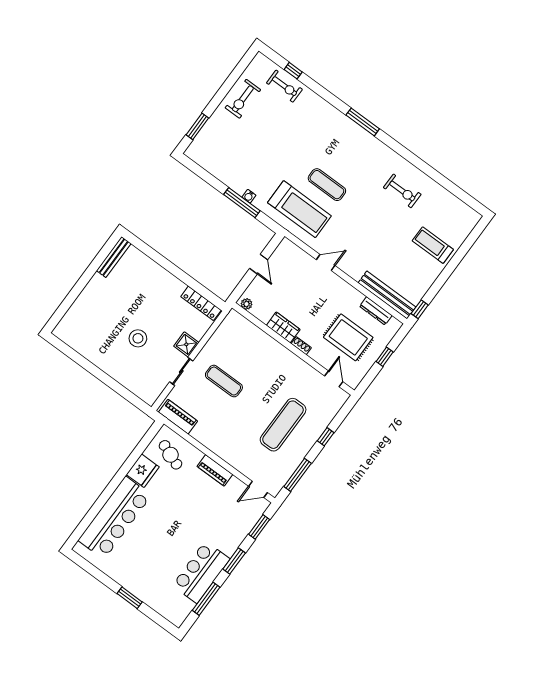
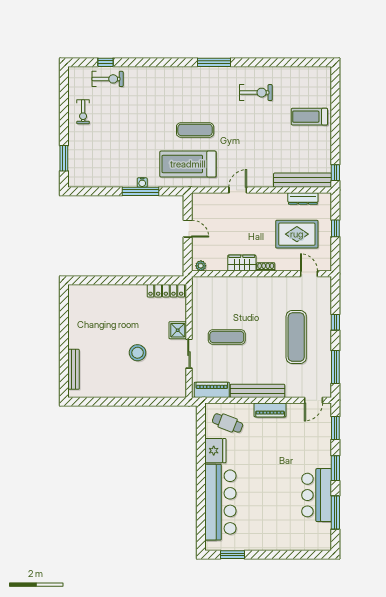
exercise bike: (243, 99) -> (83, 112), width x0.73, depth x0.72
window: (363, 122) -> (214, 62), moved
treadmill: (299, 209) -> (188, 164), turned 180
bench: (114, 257) -> (74, 369), moved
bench: (216, 446) -> (257, 391), added
window: (130, 598) -> (232, 555), moved

